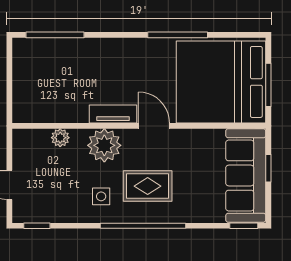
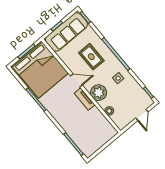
door: (154, 126) -> (76, 80), swing flipped
rug: (148, 186) -> (91, 57), moved

